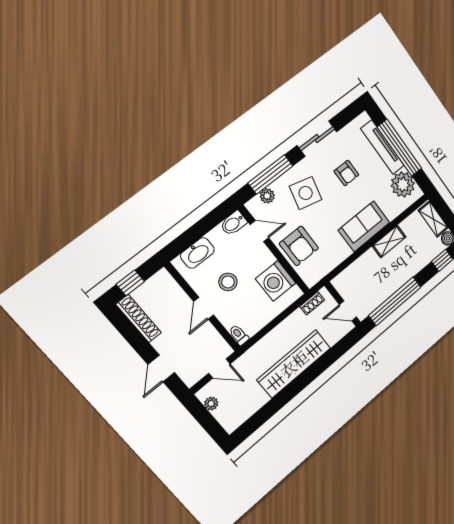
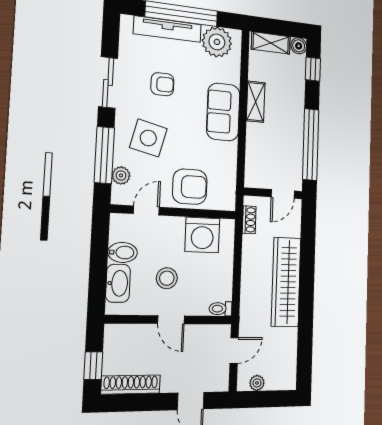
bidet: (233, 223) -> (123, 252), moved, turned -90

